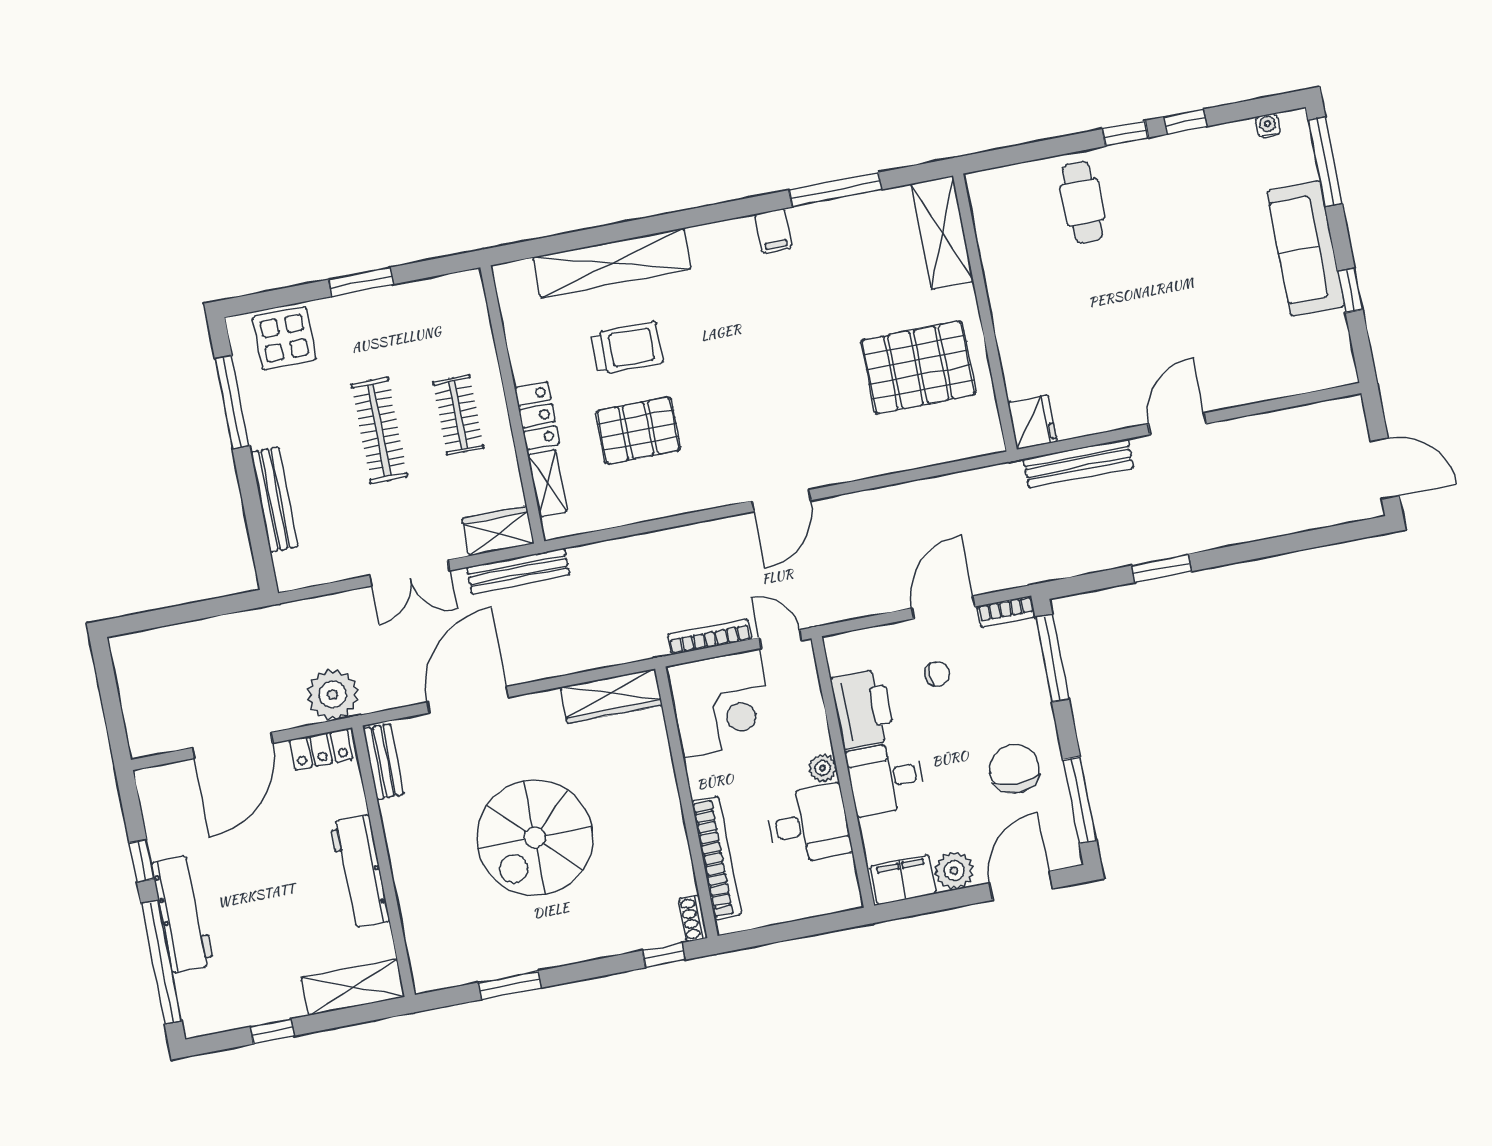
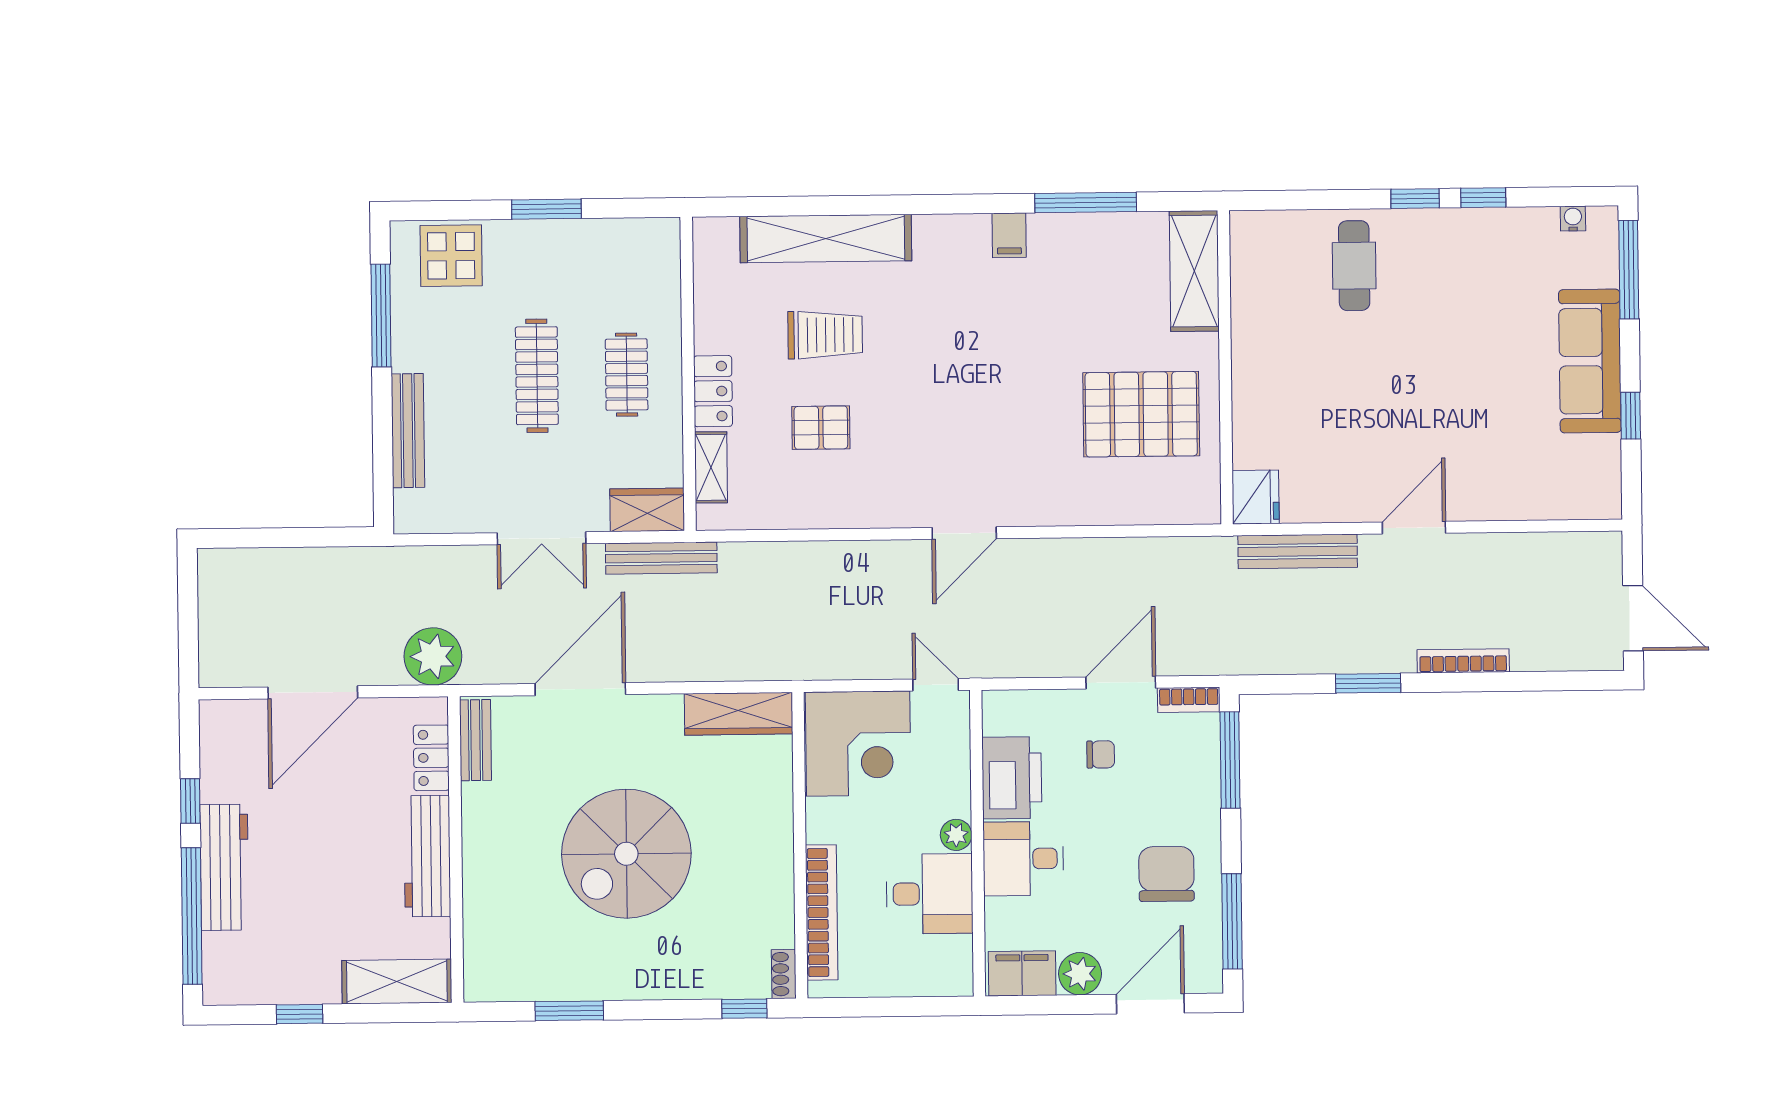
pallet: (638, 431) -> (821, 428), width x0.67, depth x0.71
bookcase: (710, 637) -> (1463, 661), moved
locker: (321, 749) -> (431, 758), moved, turned 90

